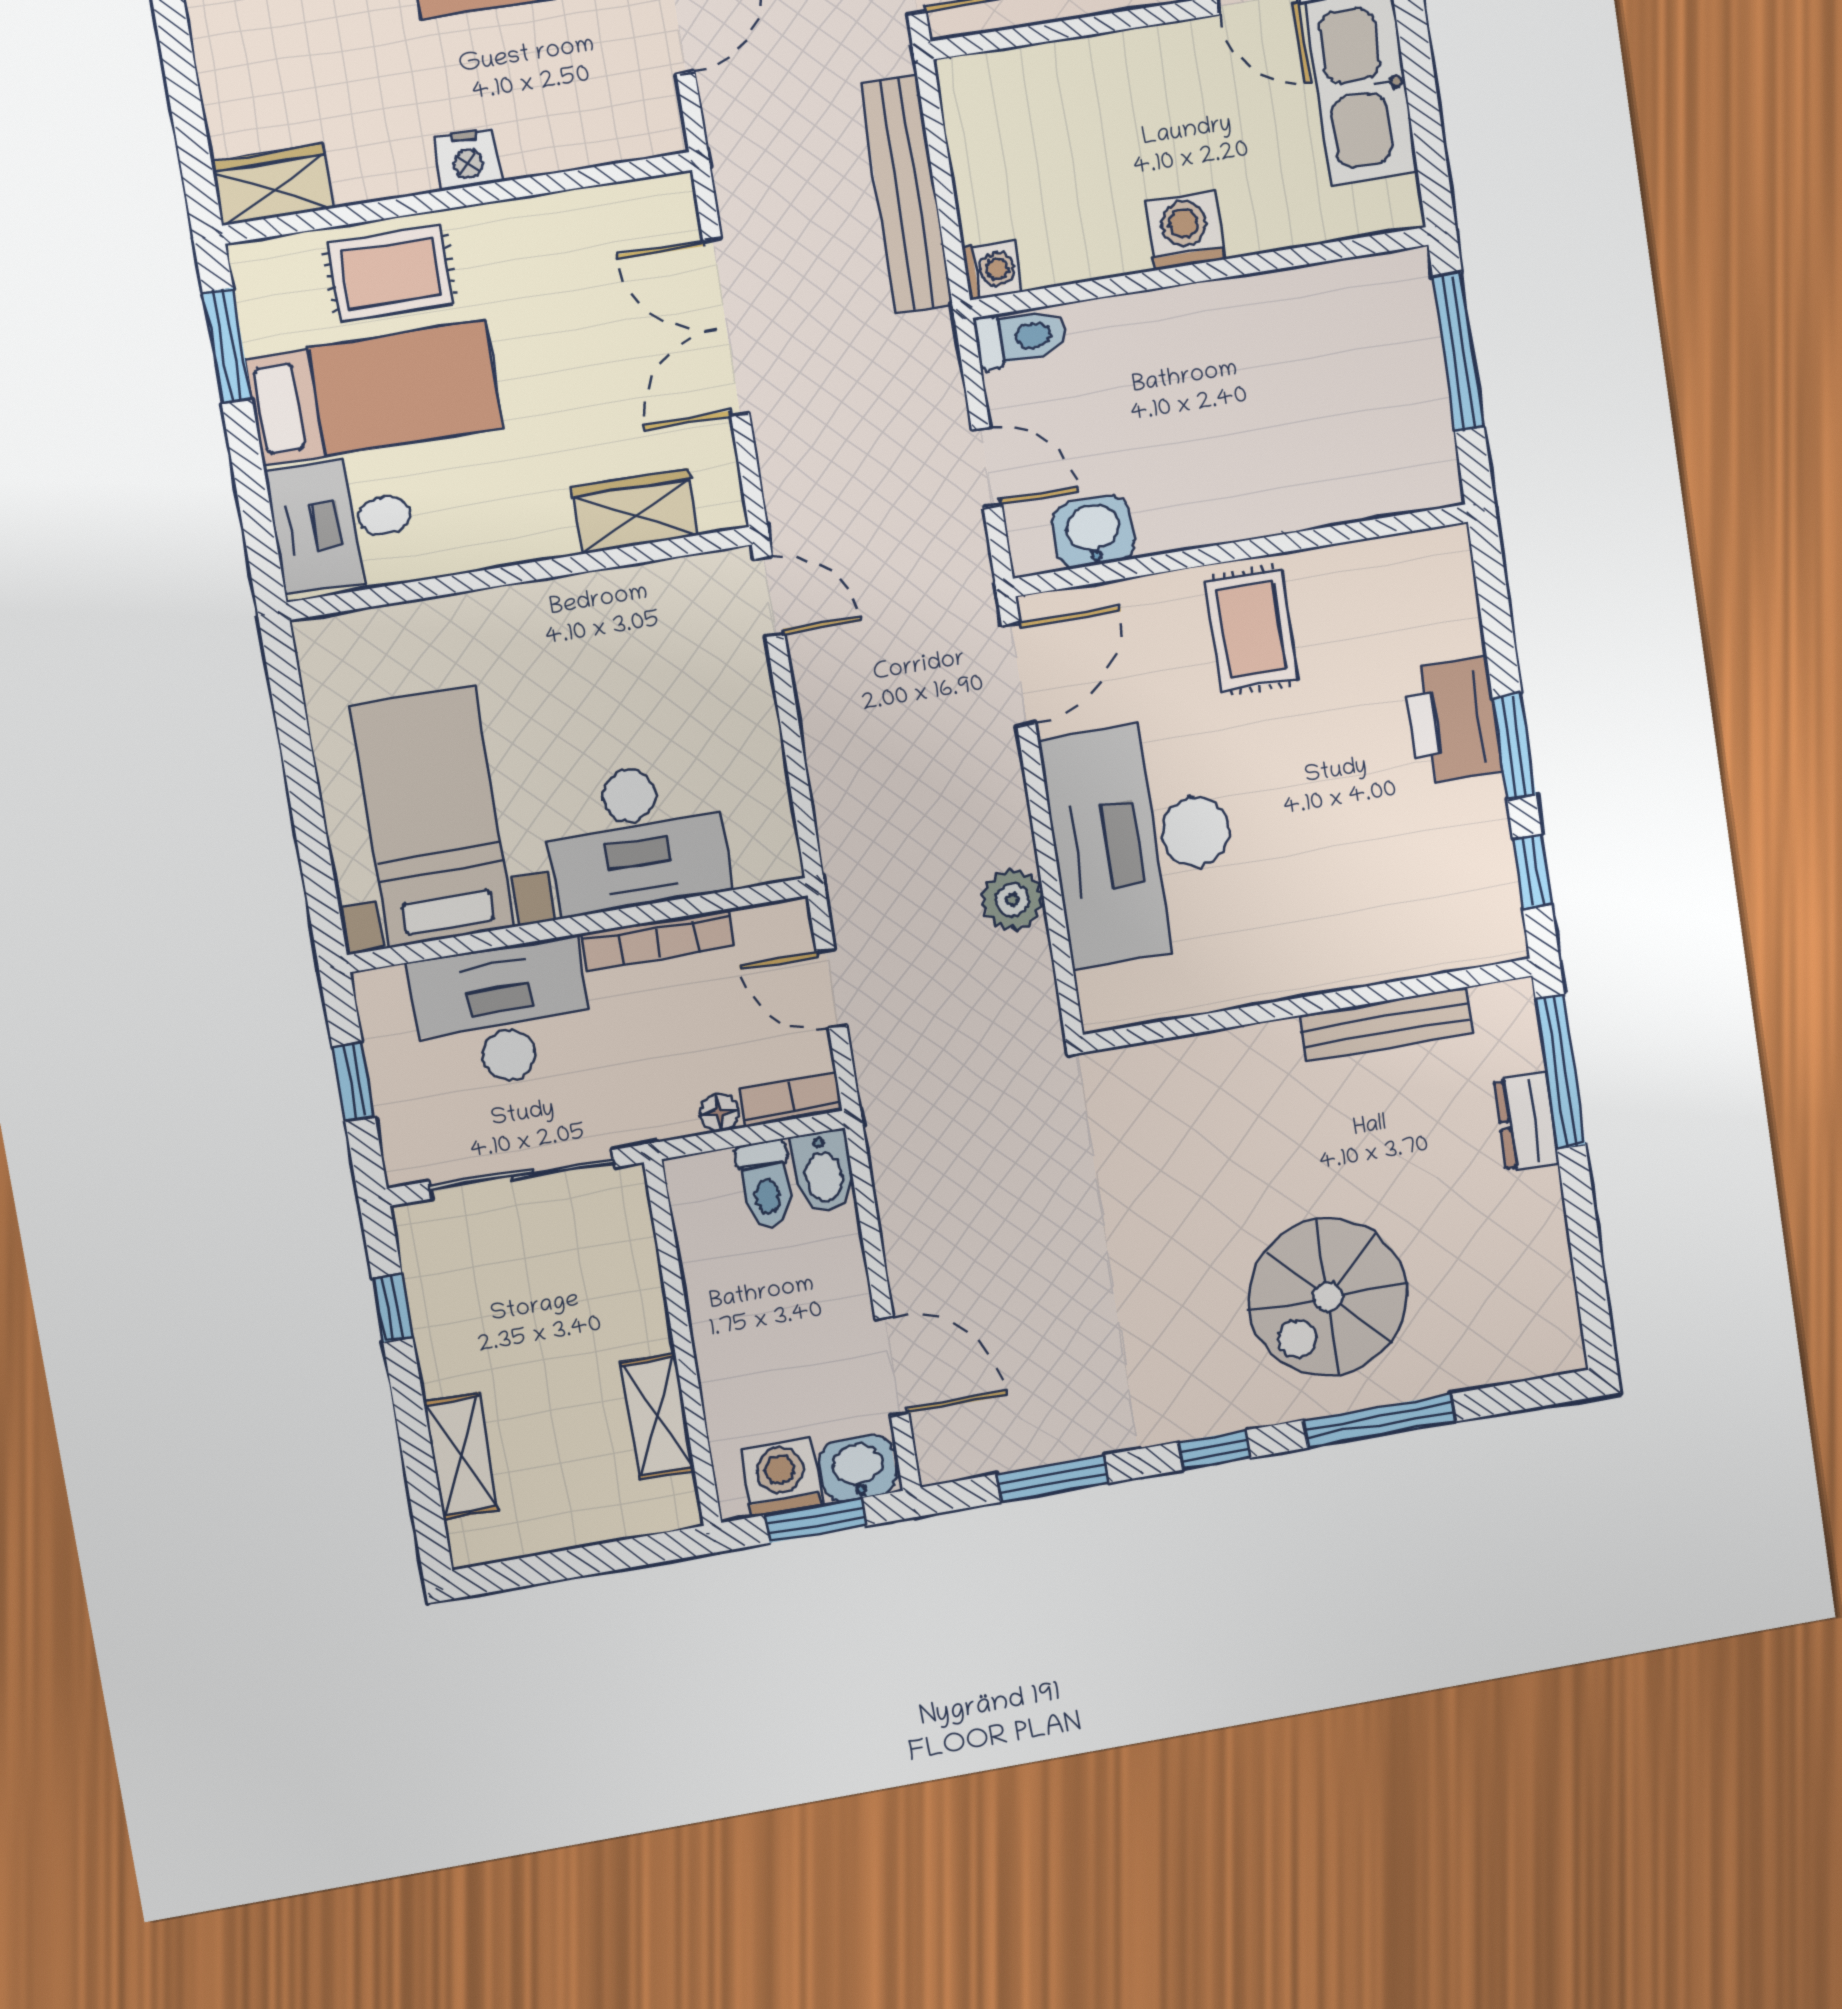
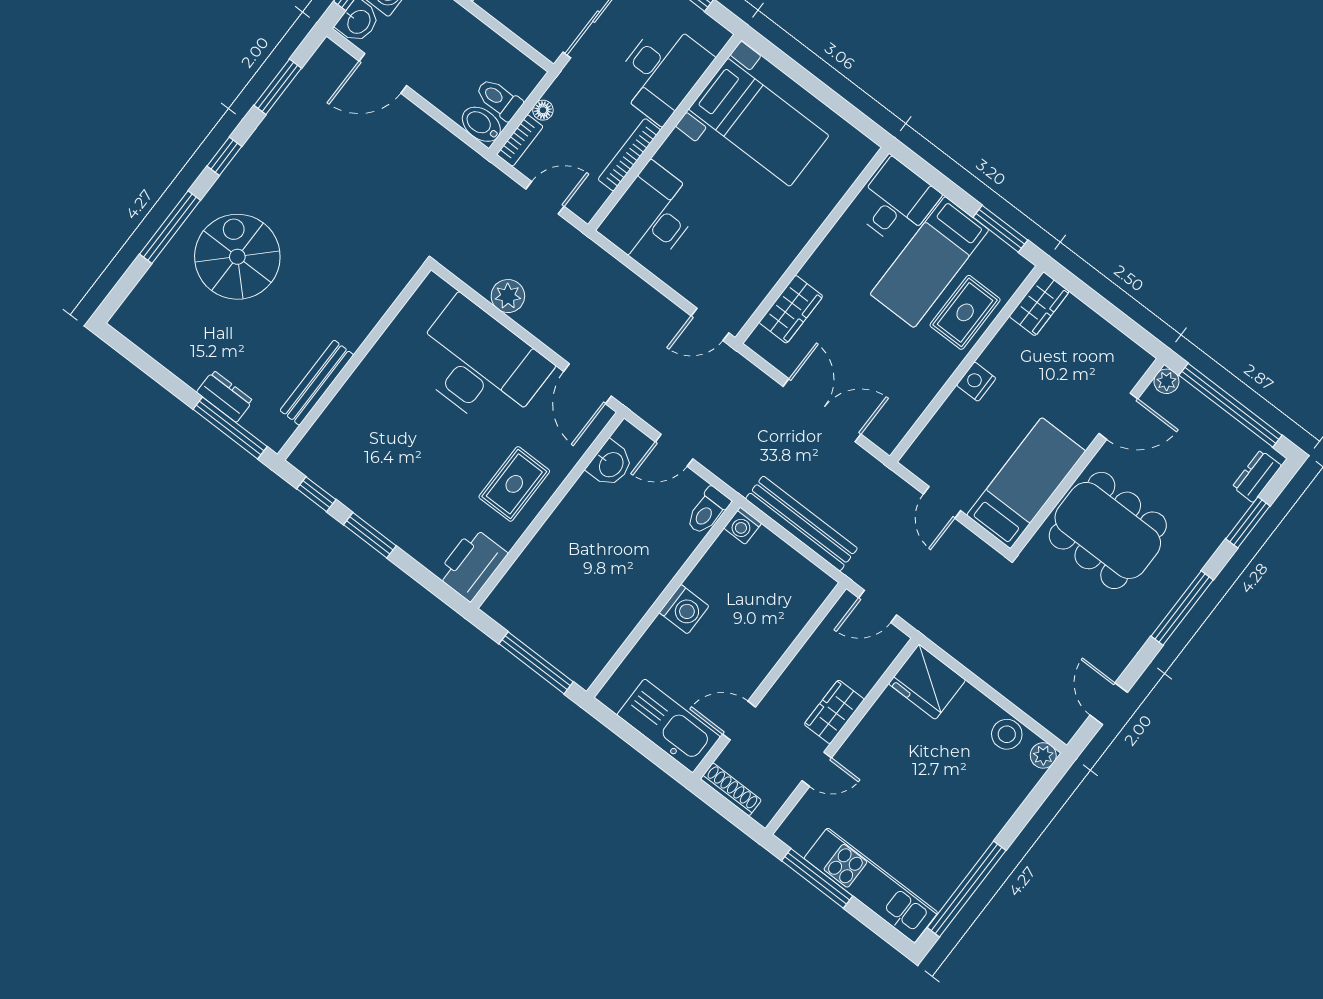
rug: (1251, 630) -> (514, 484), turned 90
printer: (1453, 720) -> (472, 564), moved, turned -90
desk: (636, 838) -> (651, 216), moved

